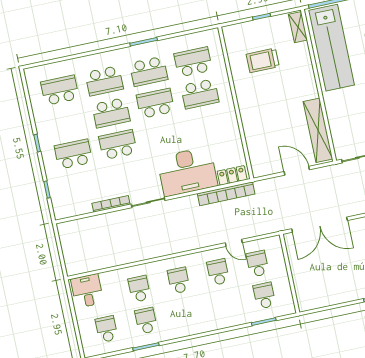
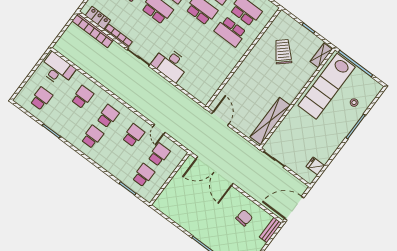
trolley: (263, 60) -> (283, 52), turned 48
door: (297, 171) -> (220, 119), moved
desk: (187, 172) -> (170, 64), width x0.73, depth x0.77
locker: (232, 175) -> (98, 18), moved
bookcase: (226, 194) -> (93, 30), moved
desk: (87, 291) -> (57, 69), width x1.37
school desk: (146, 321) -> (92, 137), moved

